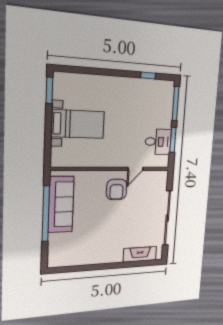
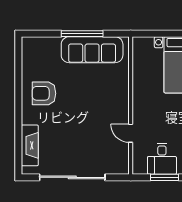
armchair: (117, 189) -> (44, 93), moved
window: (46, 214) -> (82, 34), width x0.68

